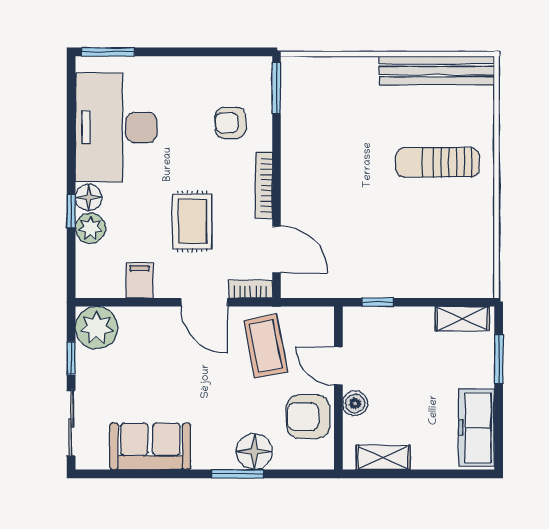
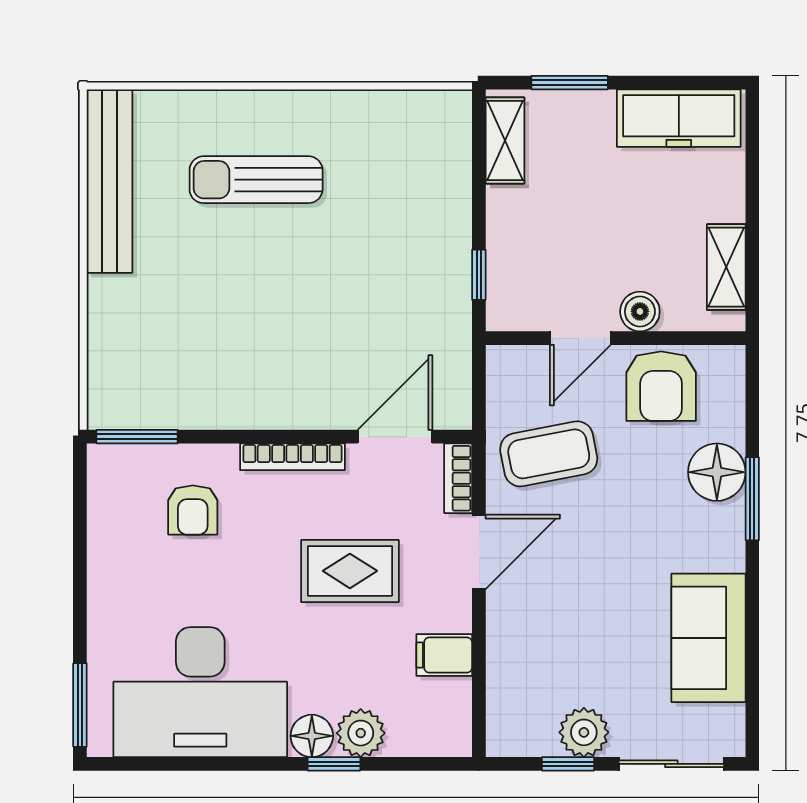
sun lounger: (438, 162) -> (256, 180), turned 90
plant: (97, 328) -> (584, 732), moved, width x0.73, depth x0.73

